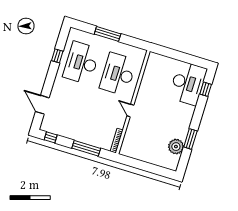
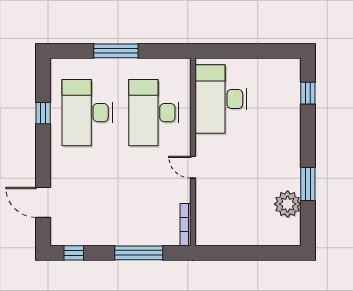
desk: (188, 83) -> (221, 99), moved, turned 180

